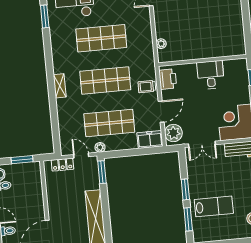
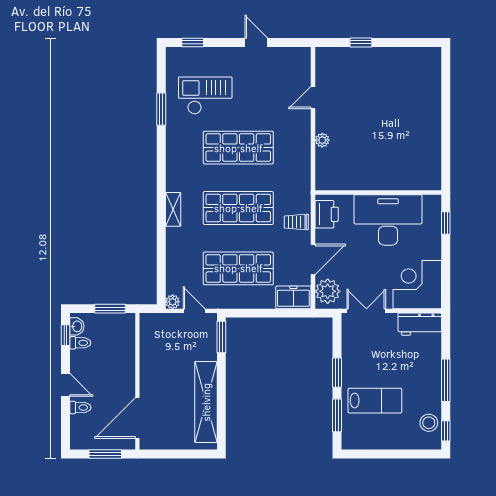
plant: (161, 44) -> (322, 140), moved
desk: (211, 75) -> (388, 220), width x1.87, depth x1.30
double door: (202, 144) -> (366, 311), swing flipped
plant: (100, 147) -> (173, 302), moved
locker: (62, 165) -> (166, 321), removed

